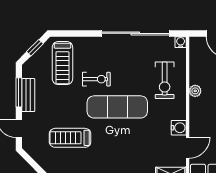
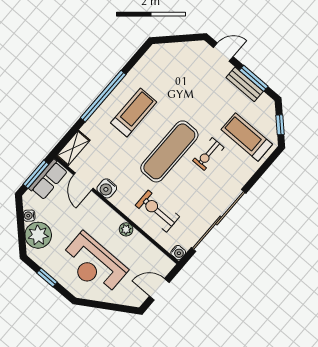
treadmill: (70, 138) -> (134, 112), moved

